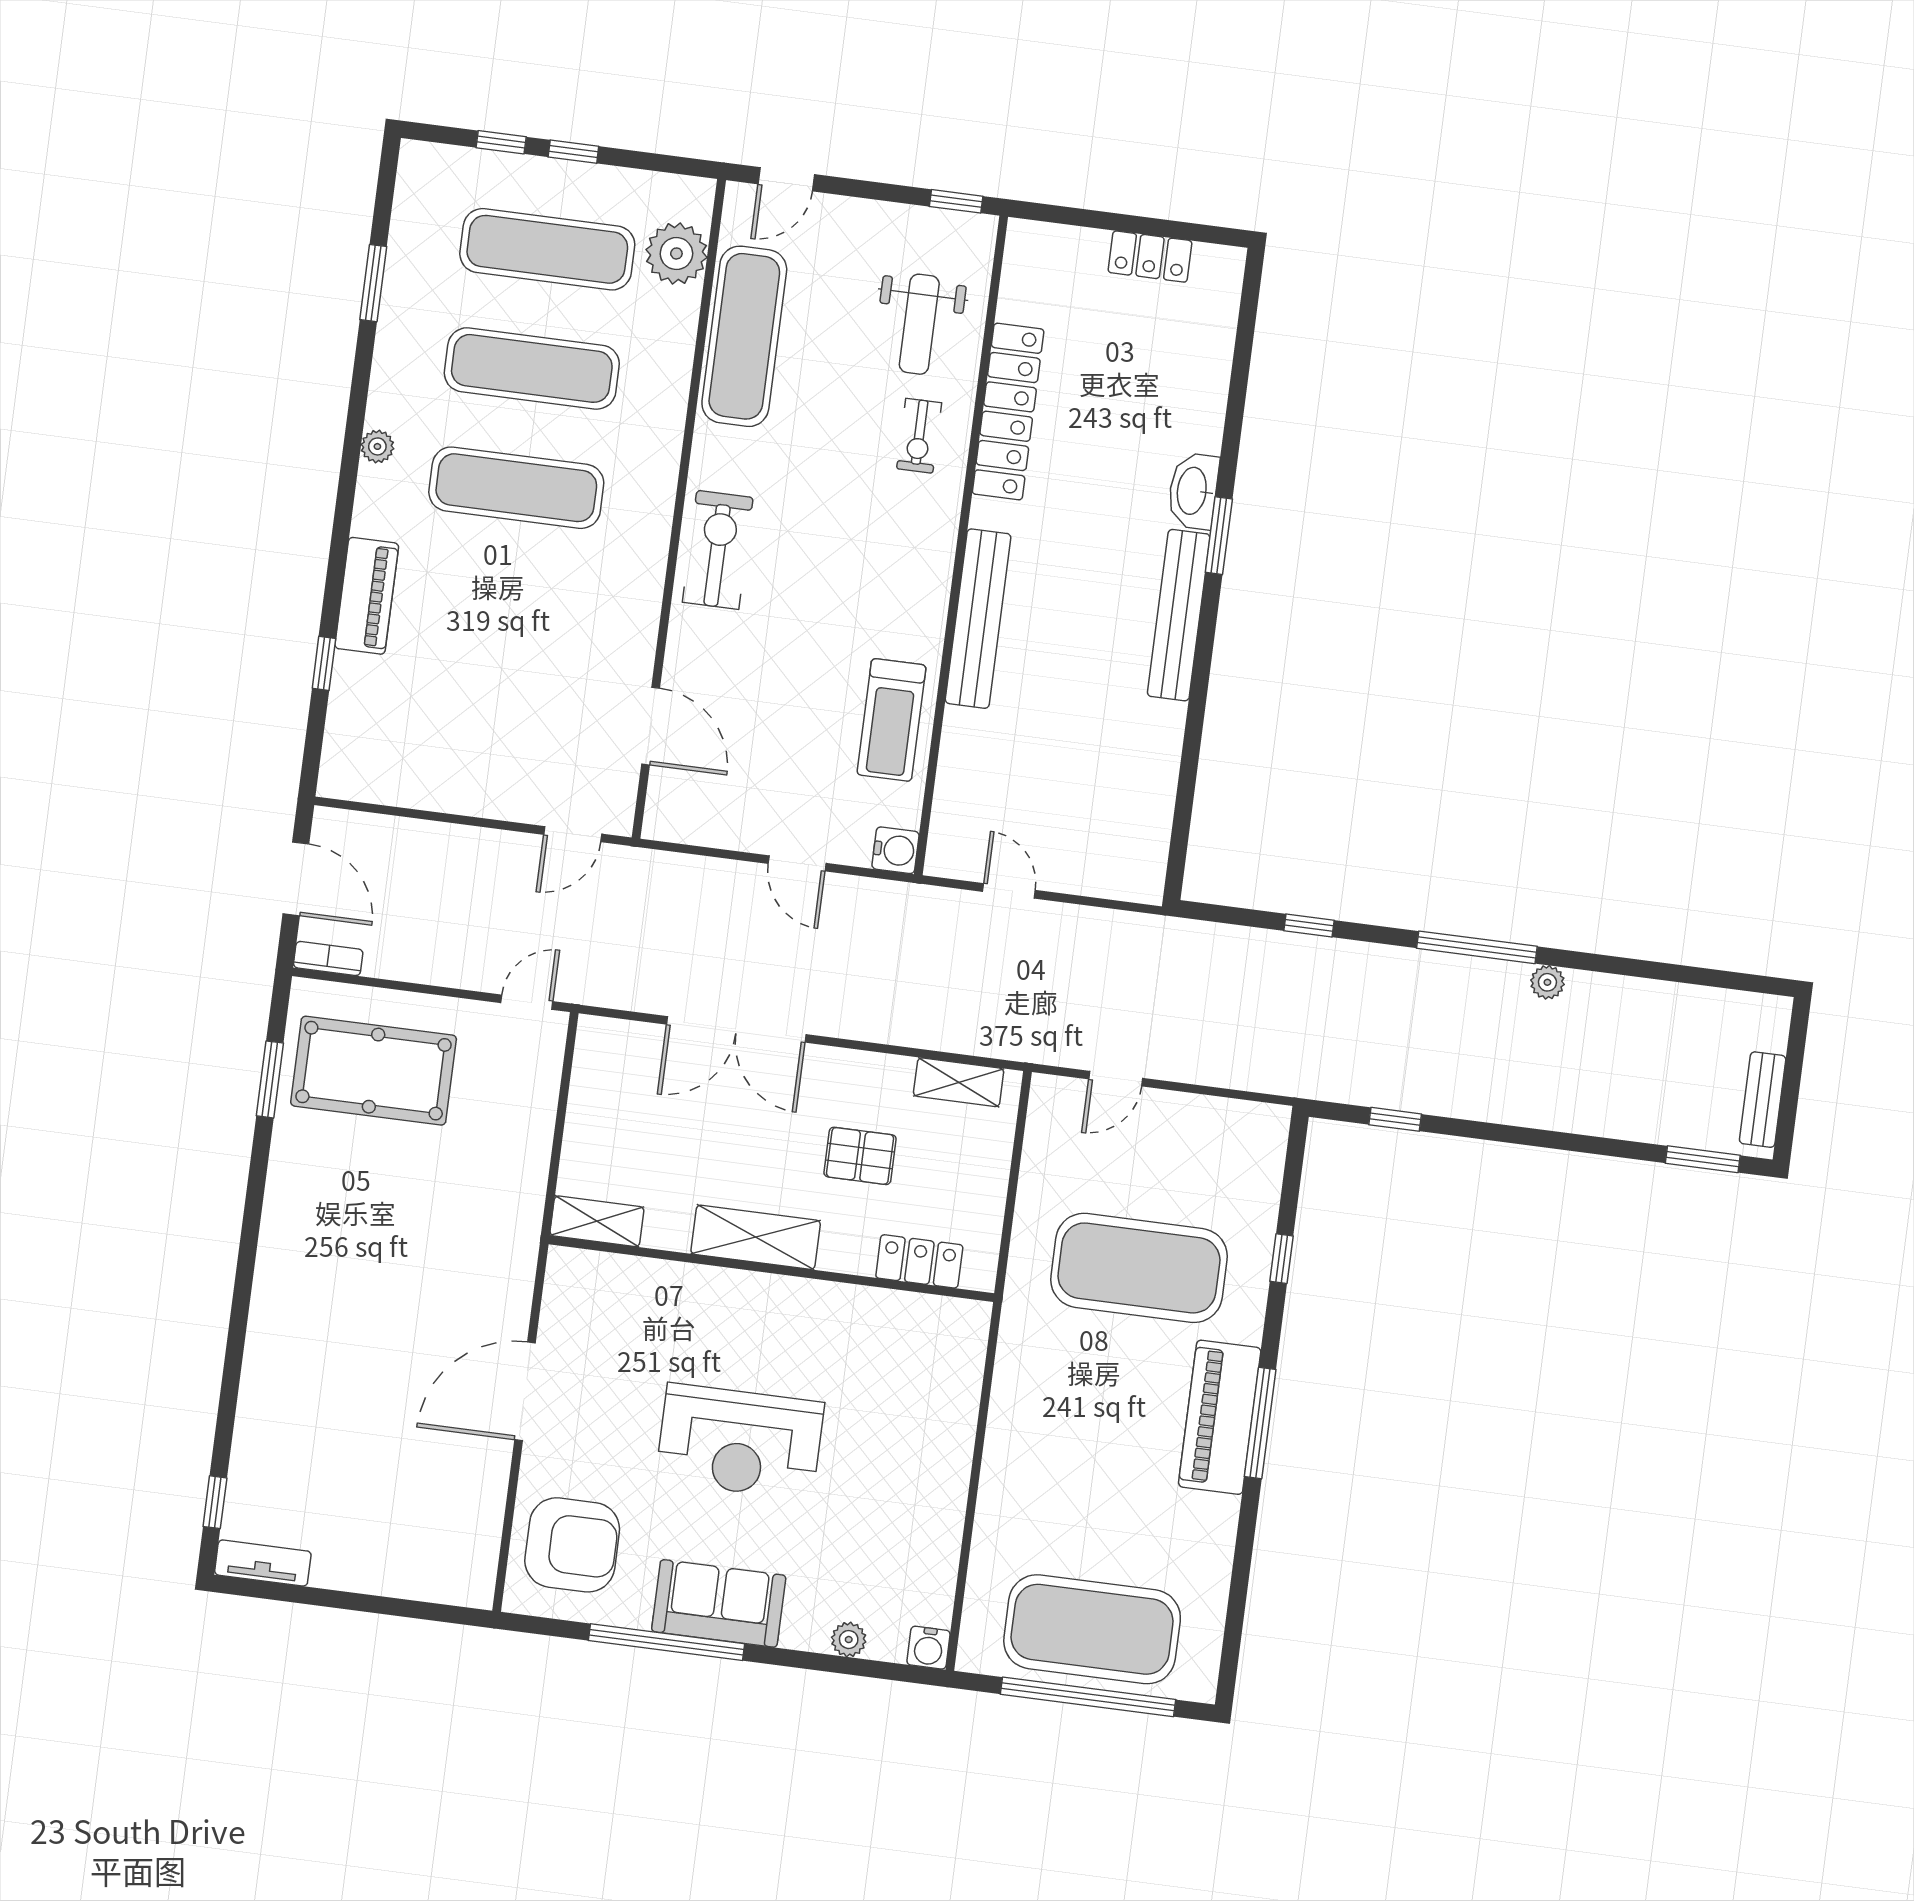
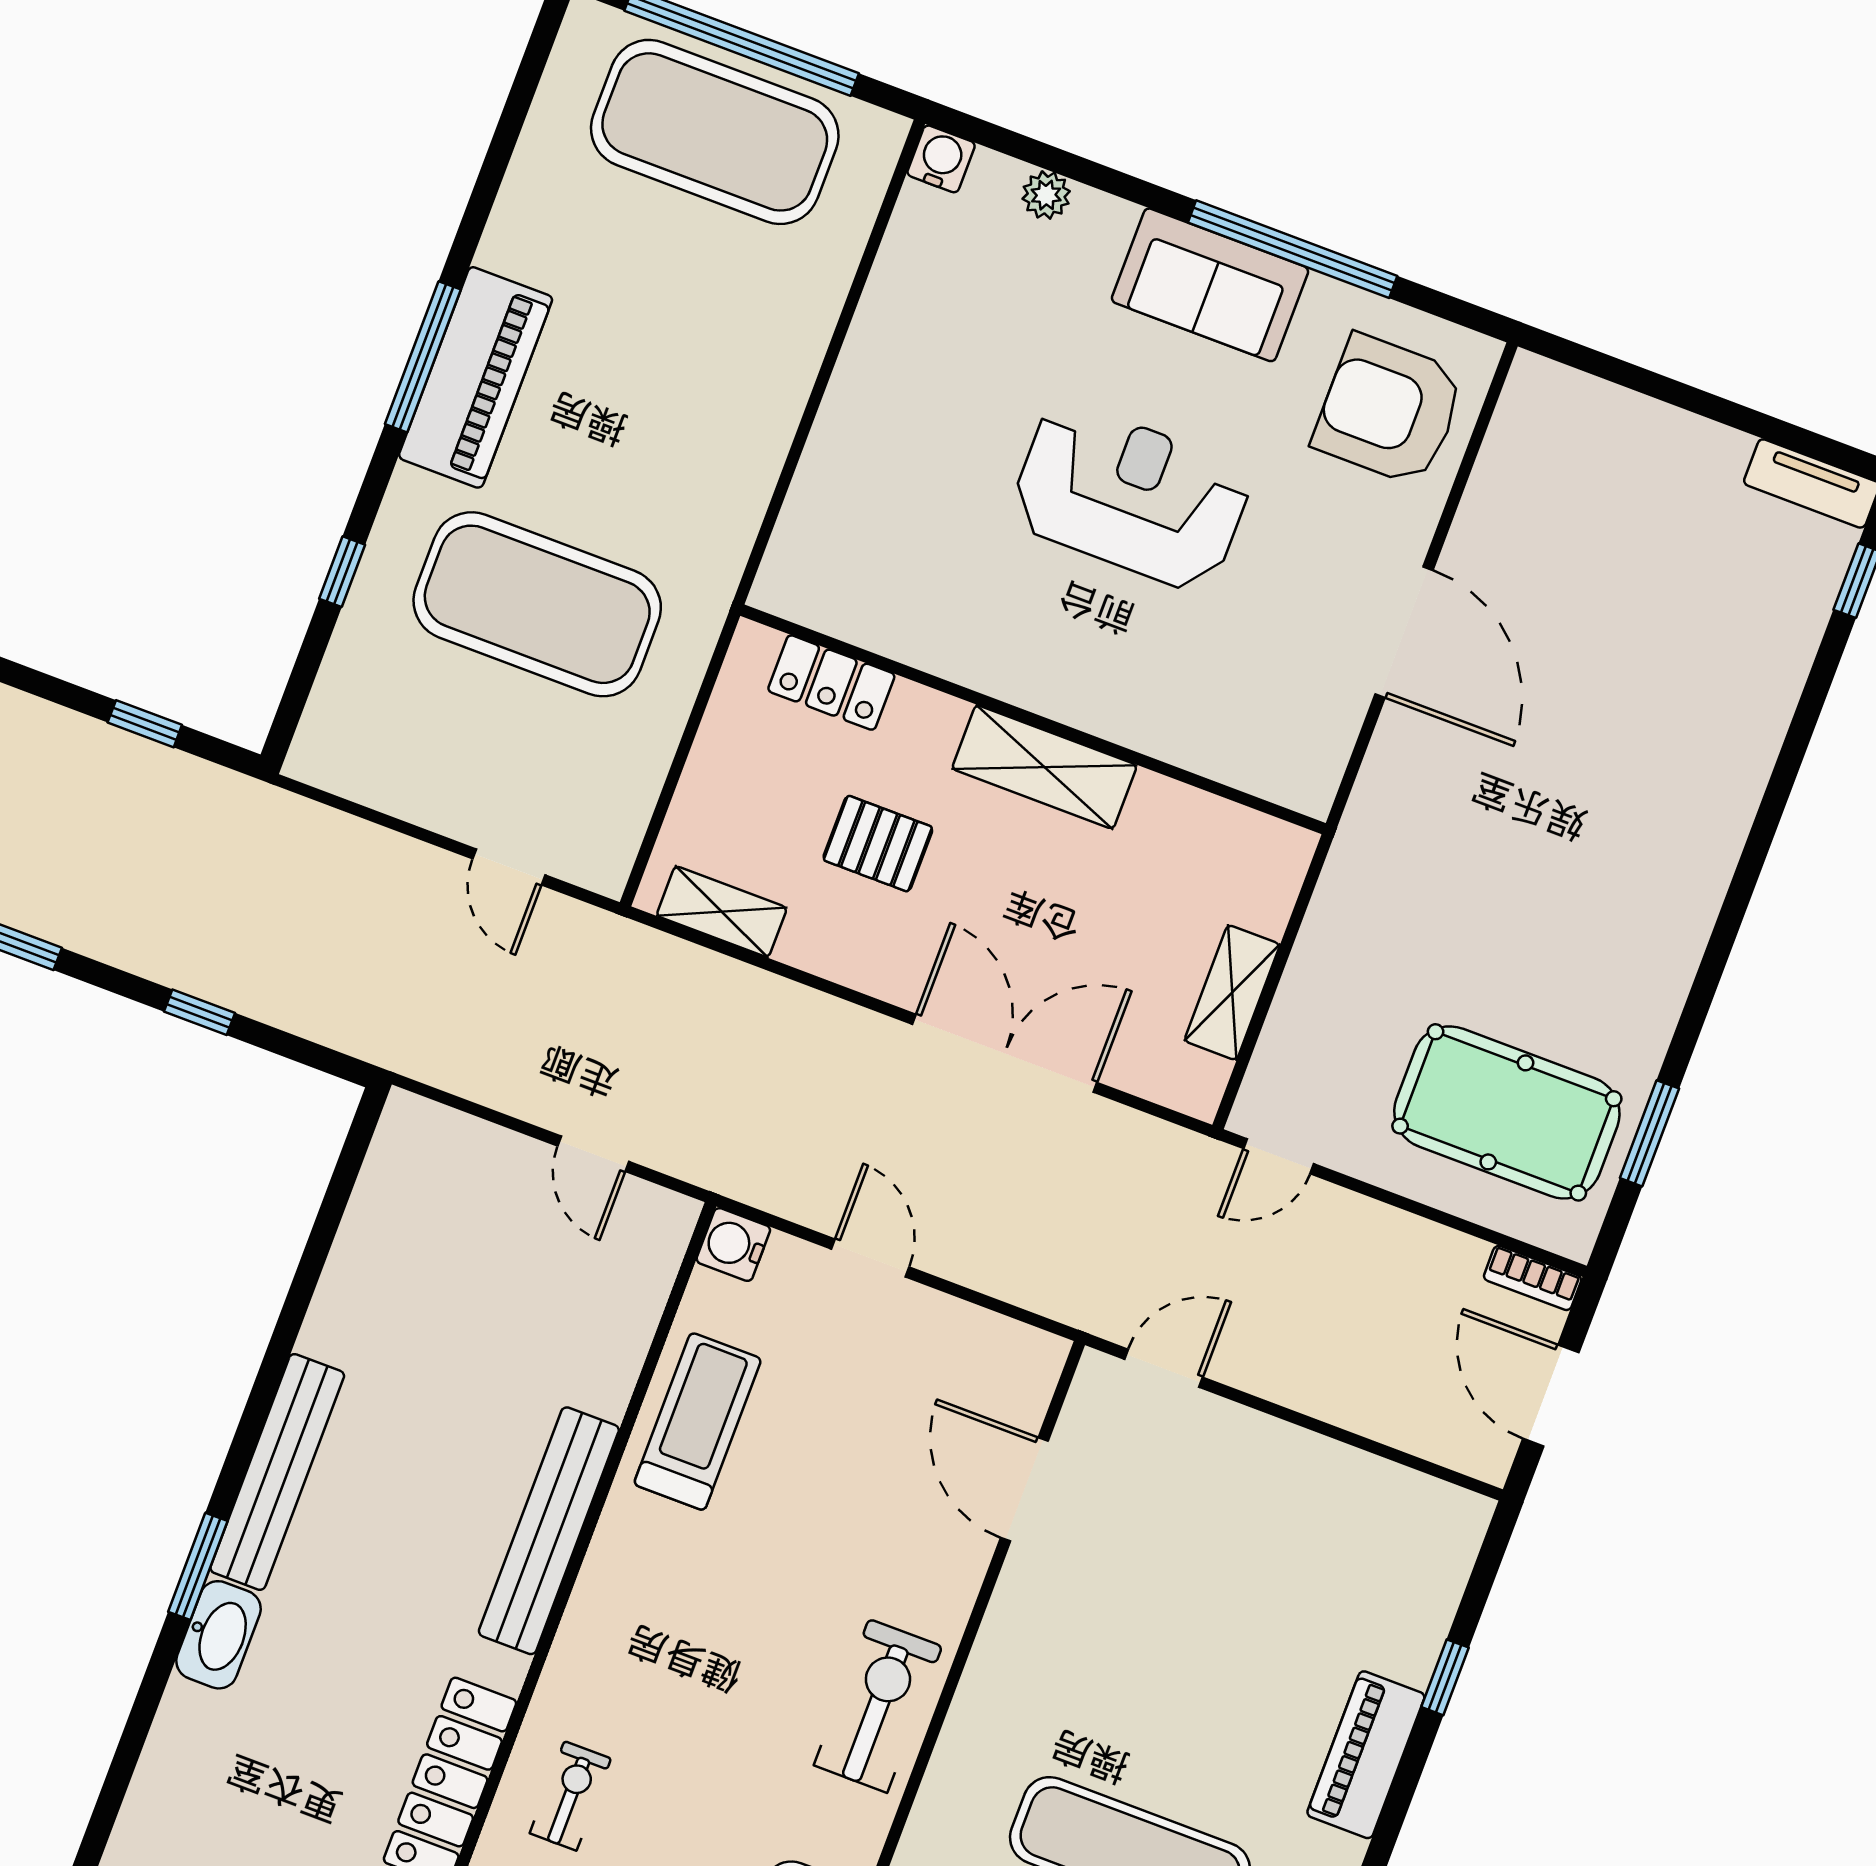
exercise bike: (718, 550) -> (878, 1706), turned 180
door: (1116, 1079) -> (509, 867), swing flipped
shelving: (597, 1221) -> (1232, 993), moved, turned 90
door: (525, 1391) -> (1404, 632), hinge flipped

